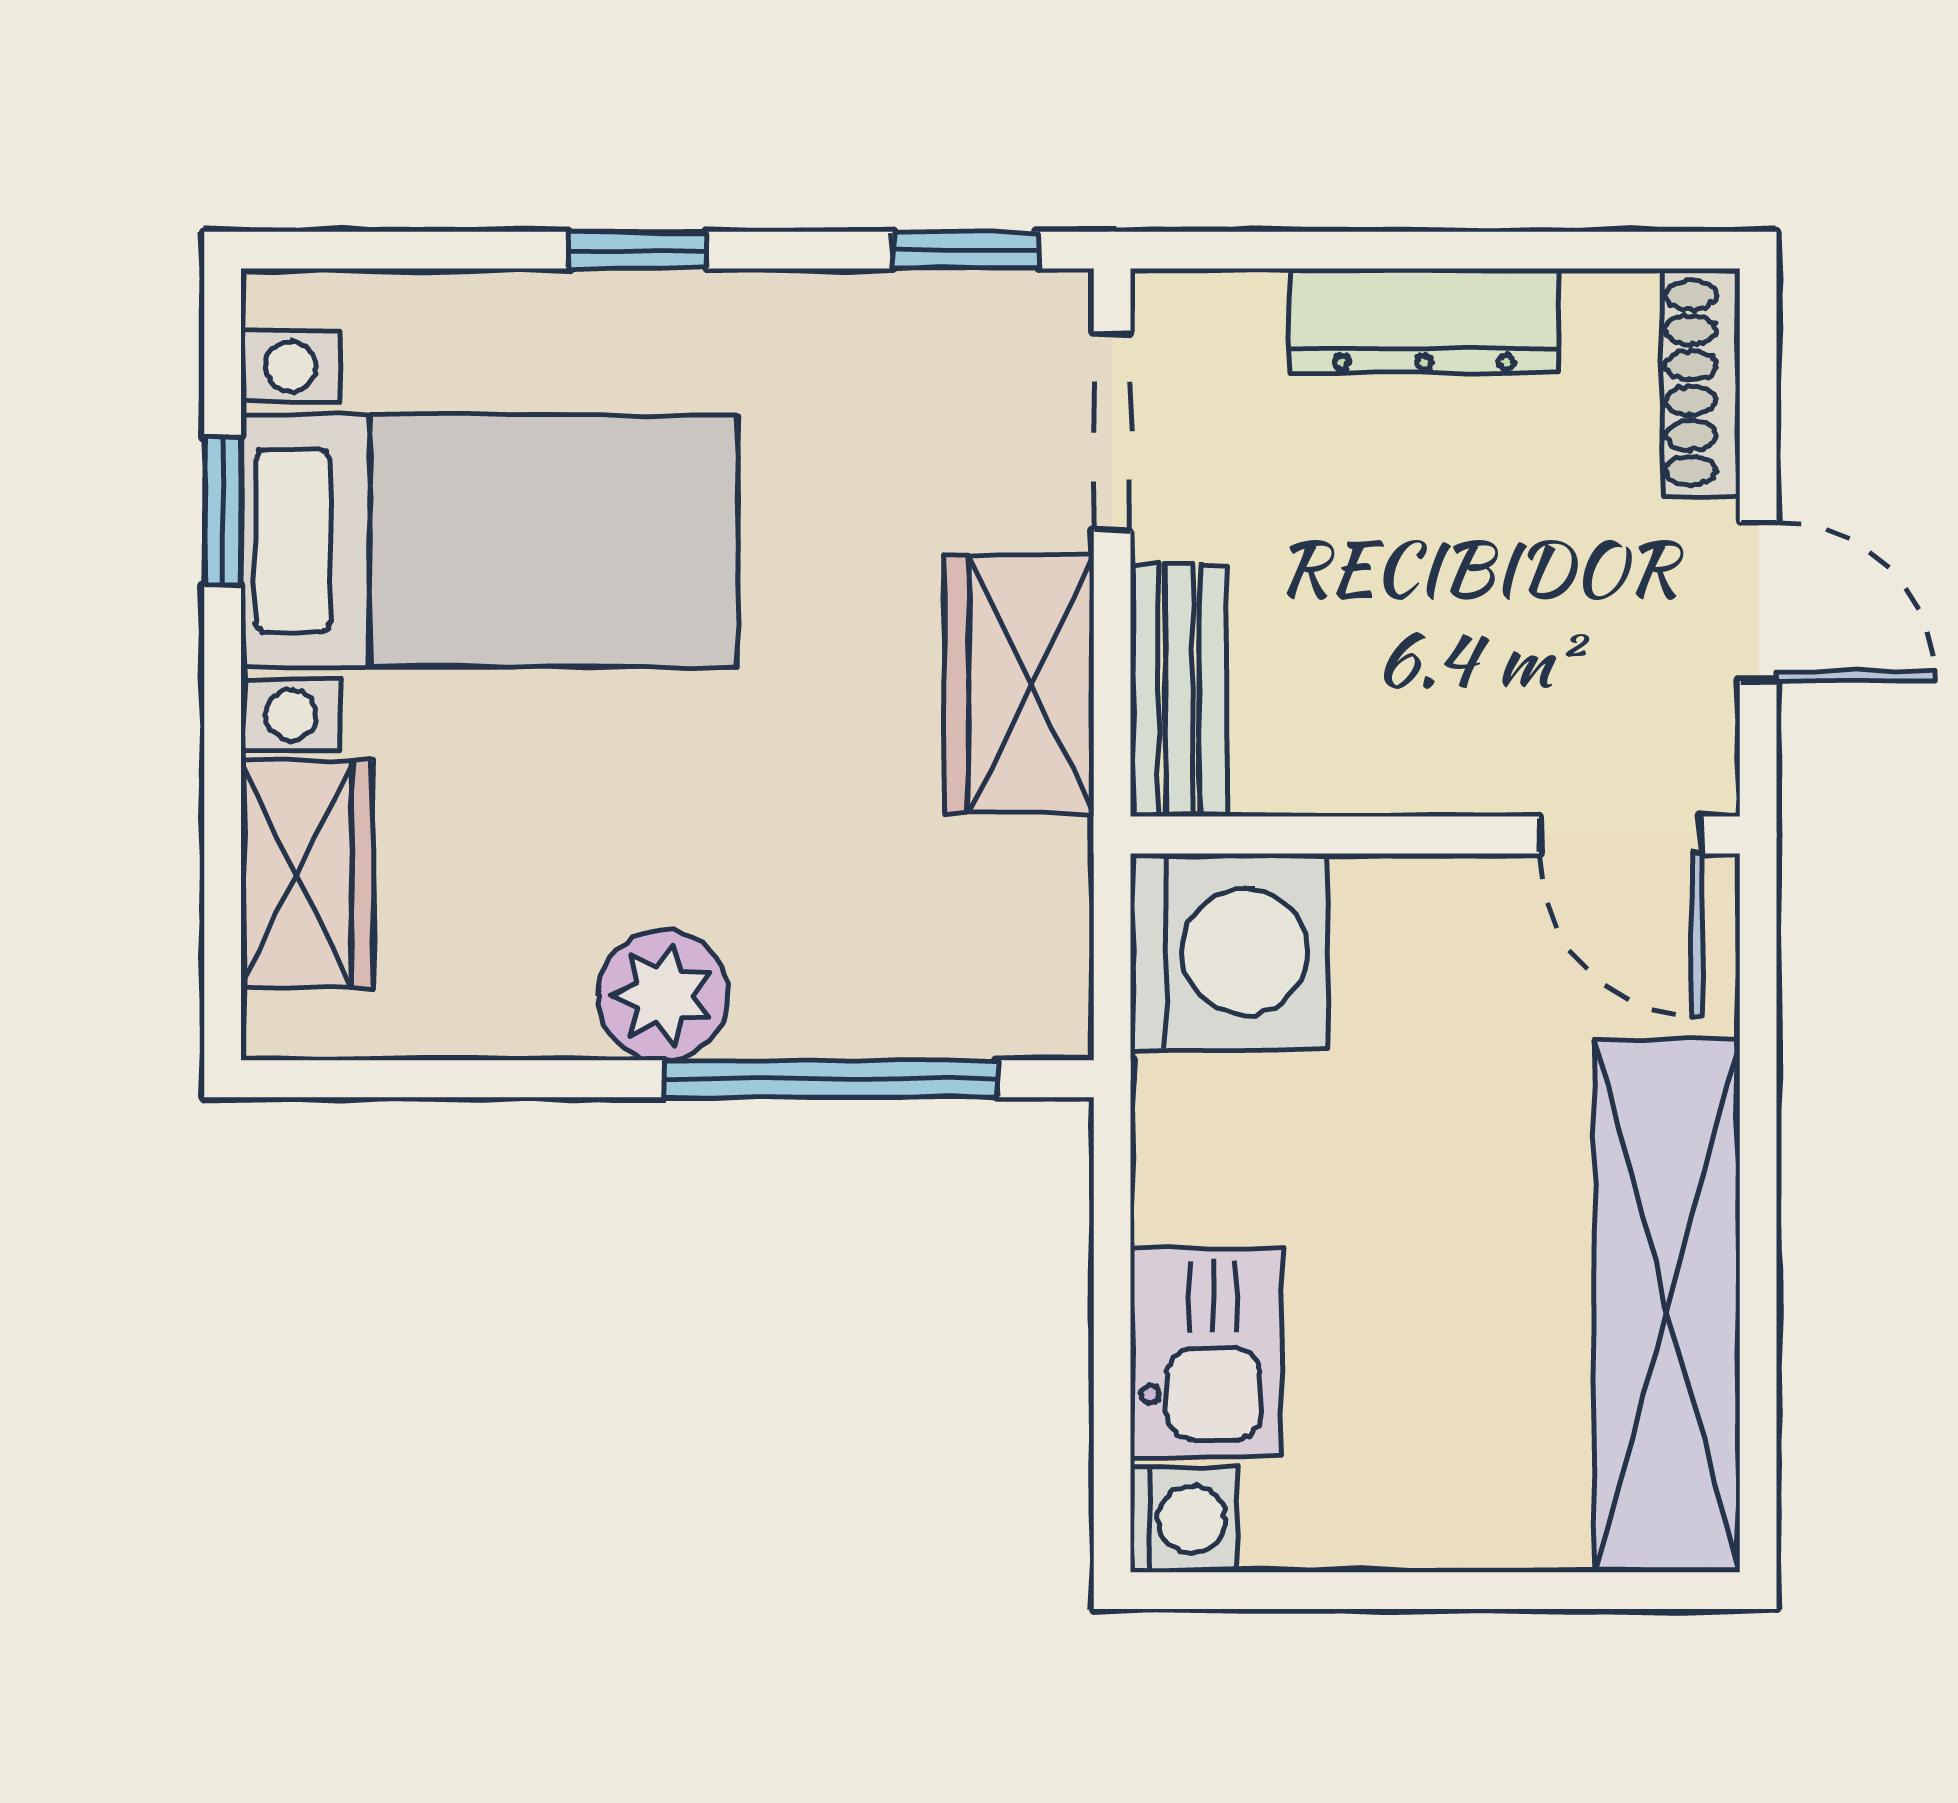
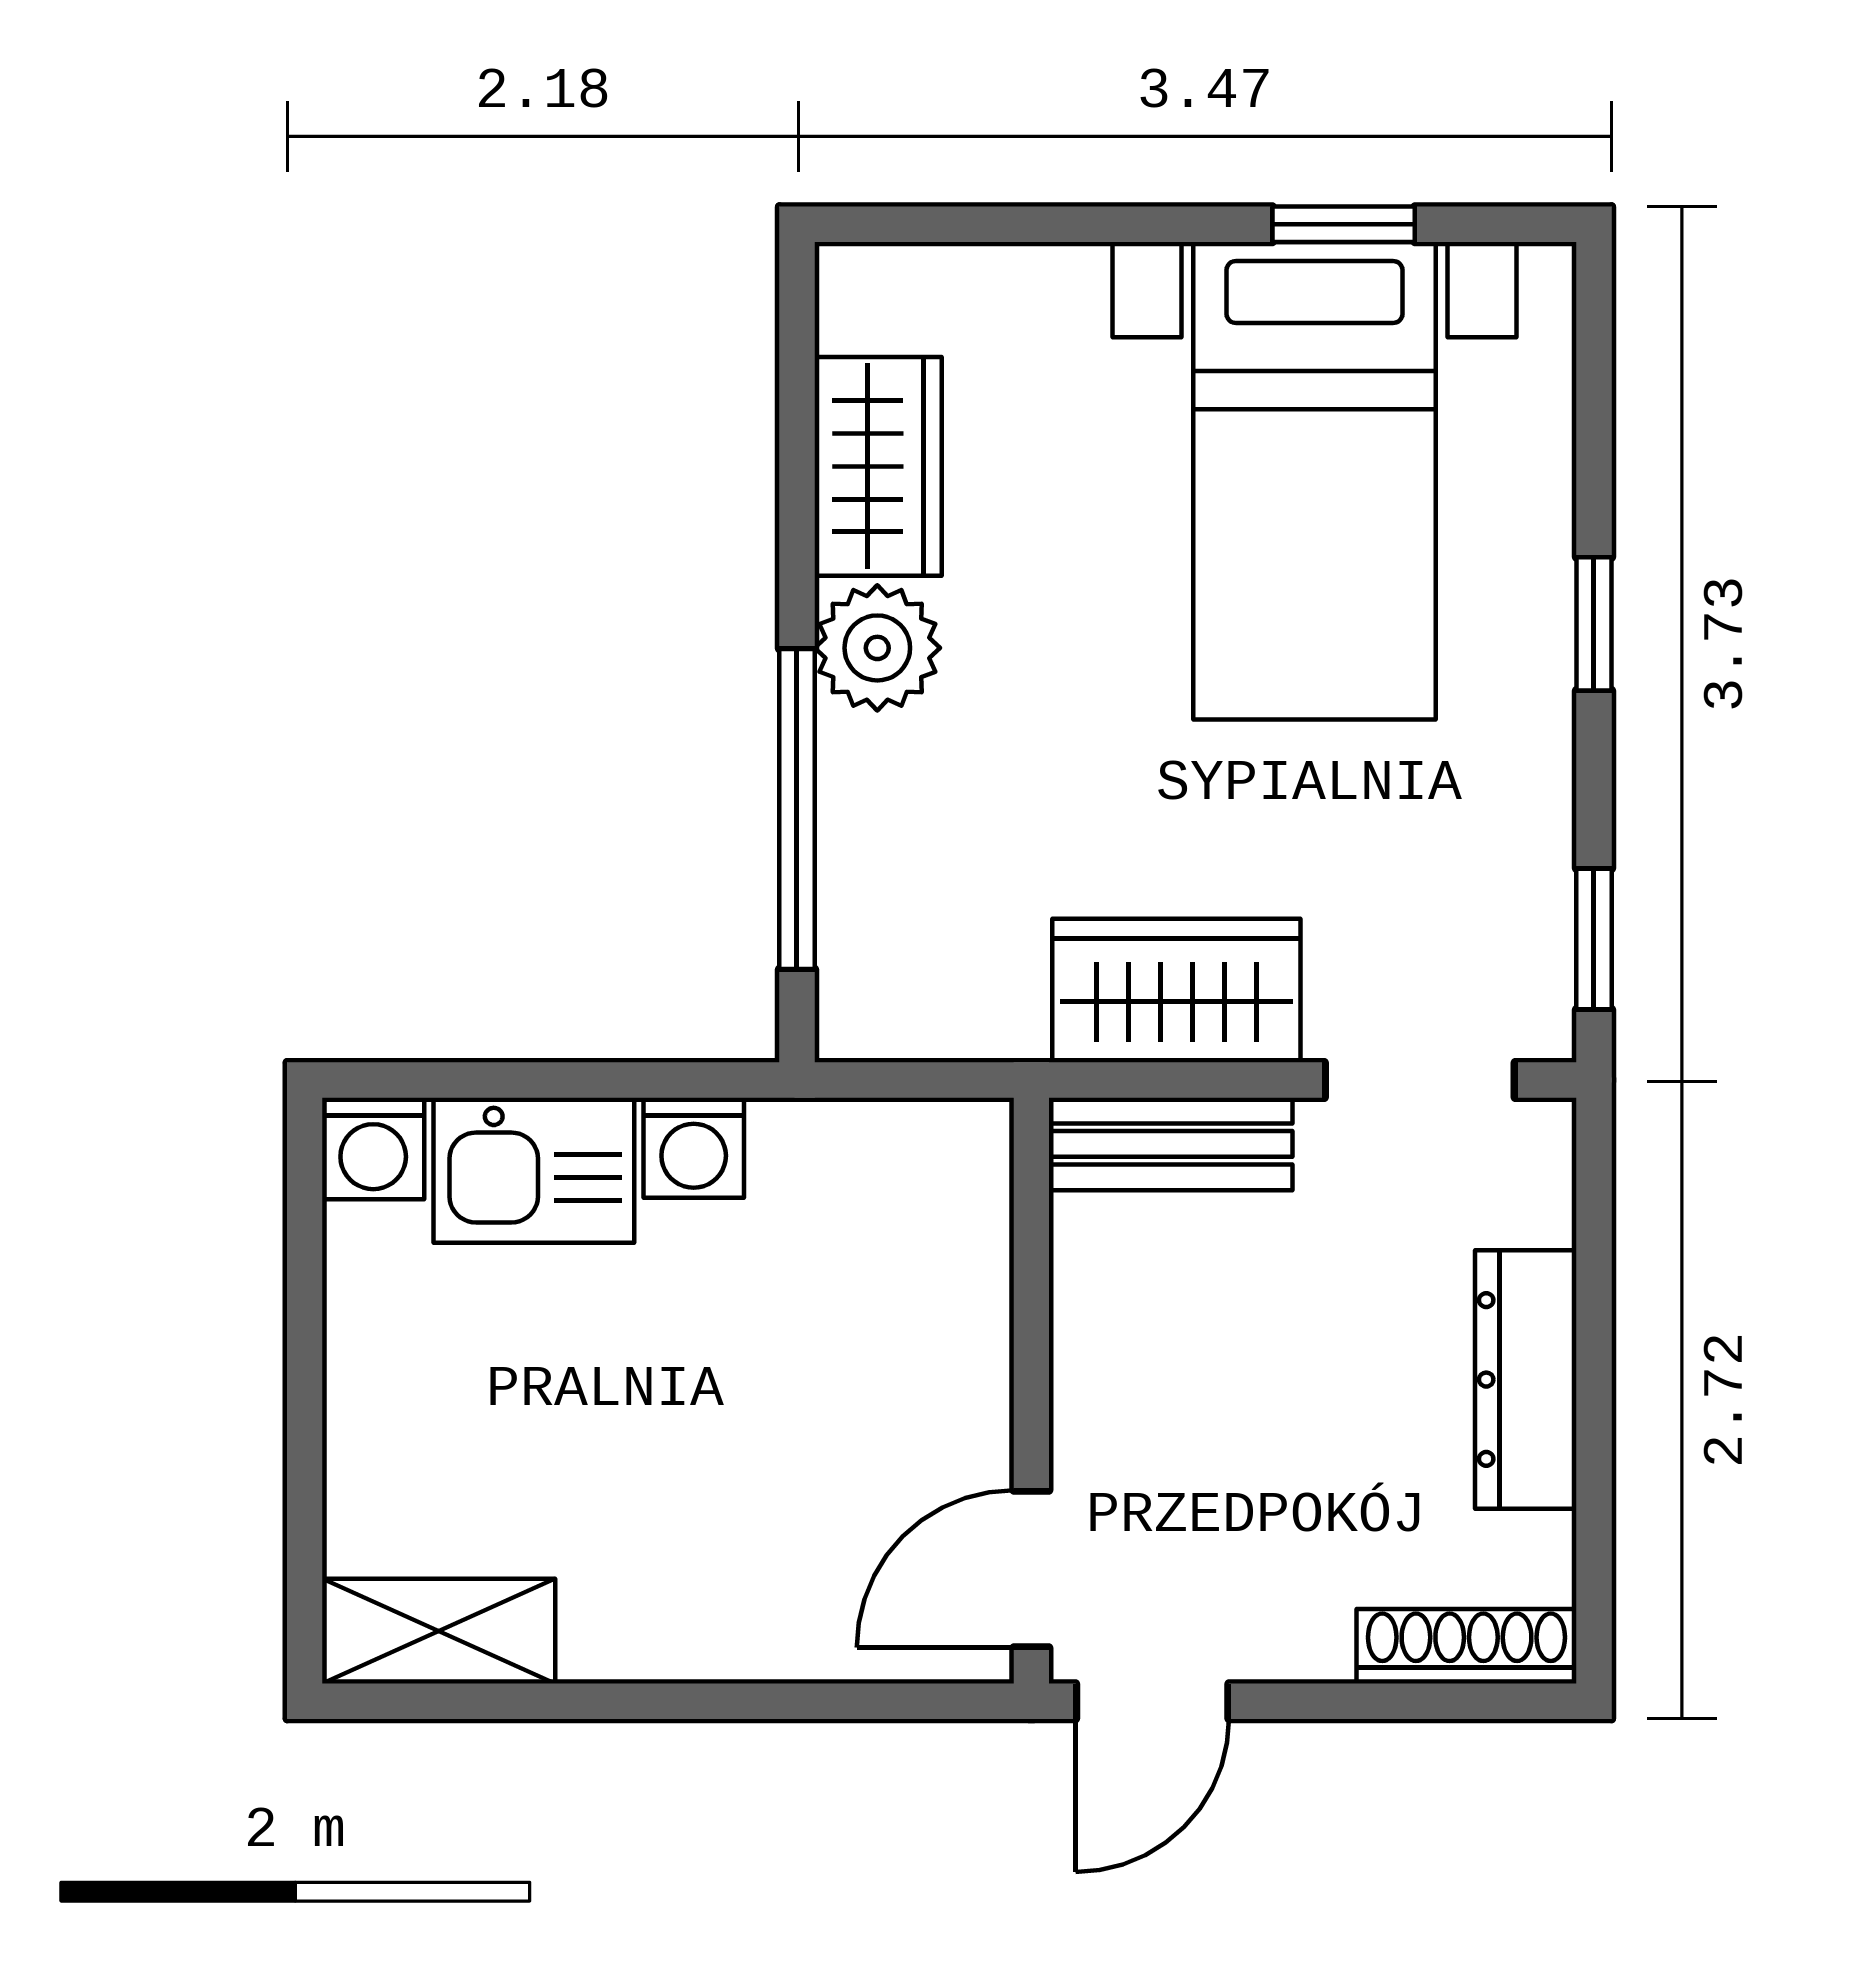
door: (1758, 601) -> (1152, 1701), moved
wardrobe: (307, 874) -> (878, 466), moved, turned -90
washing machine: (1229, 952) -> (694, 1148), moved, width x0.53, depth x0.53
shelving: (1667, 1306) -> (439, 1631), width x0.45, depth x0.75

